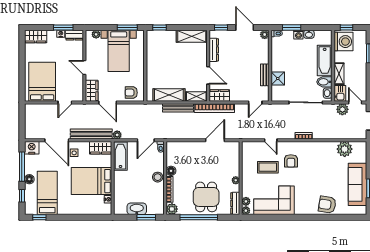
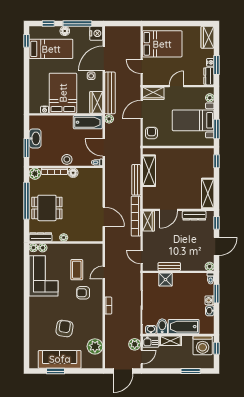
shelving: (196, 97) -> (147, 198), removed
armchair: (327, 205) -> (64, 328), moved

